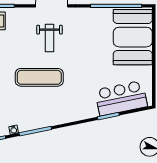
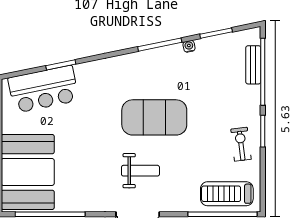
weight bench: (49, 38) -> (140, 171), turned 90
exercise mat: (39, 77) -> (154, 117), width x1.47

